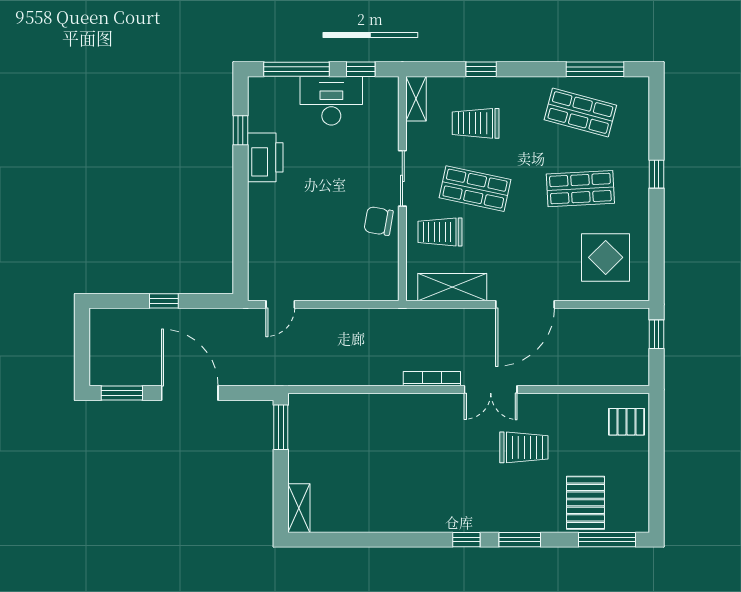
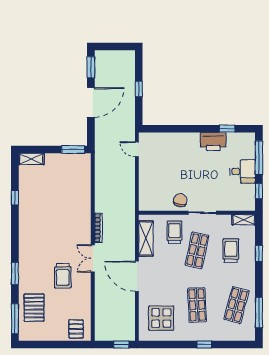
desk: (331, 101) -> (243, 171), width x0.73
pallet: (585, 503) -> (34, 308), turned 90
window: (466, 540) -> (15, 198), moved

